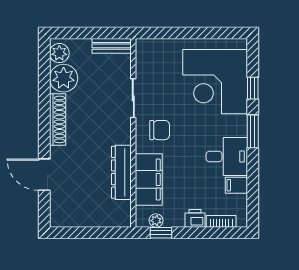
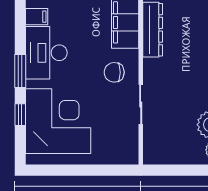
bench: (112, 46) -> (162, 157), removed
desk: (227, 157) -> (46, 53), width x1.37

